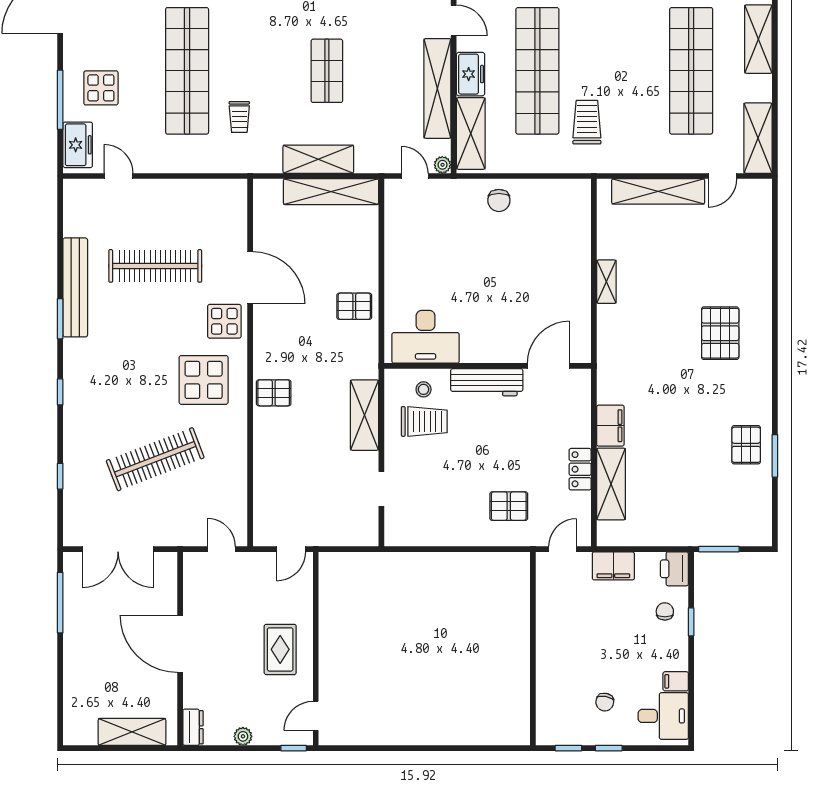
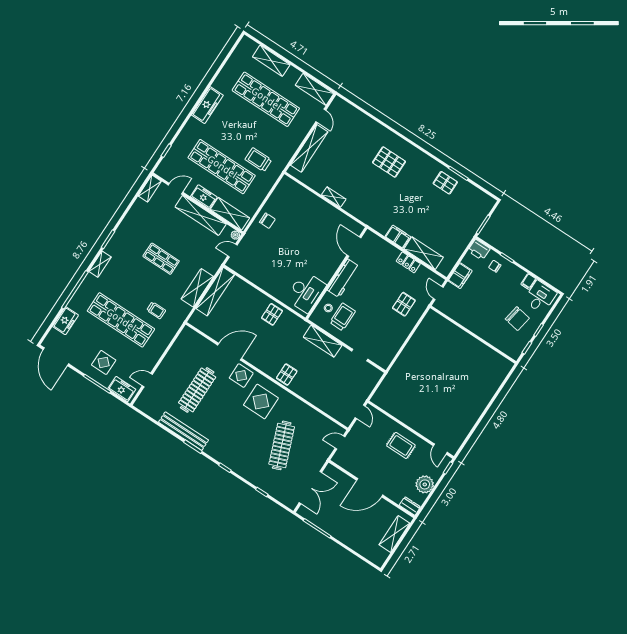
chair: (605, 702) -> (517, 319), width x1.87, depth x1.87
plant: (243, 736) -> (425, 484), width x1.88, depth x1.88

